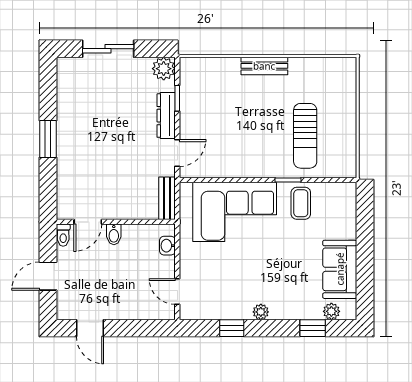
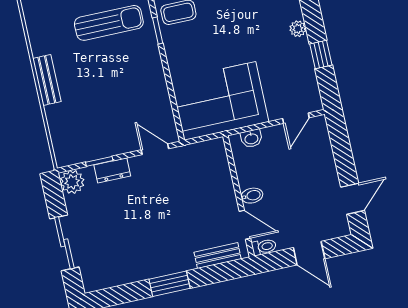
dresser: (166, 116) -> (112, 170), width x0.70
bench: (167, 198) -> (218, 256), moved
corner sofa: (235, 212) -> (220, 101), moved, turned -90

